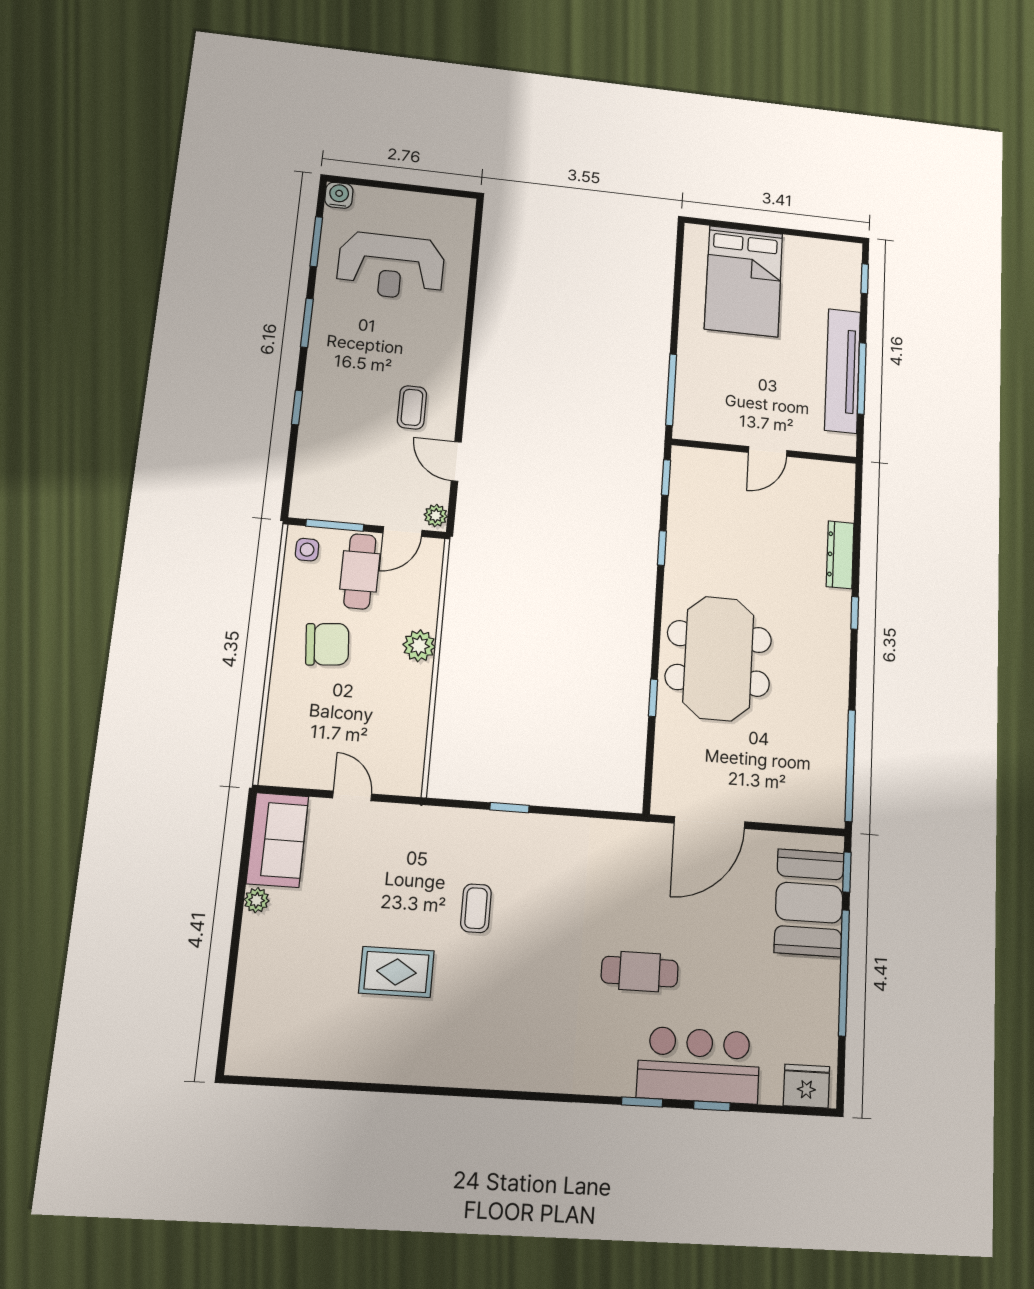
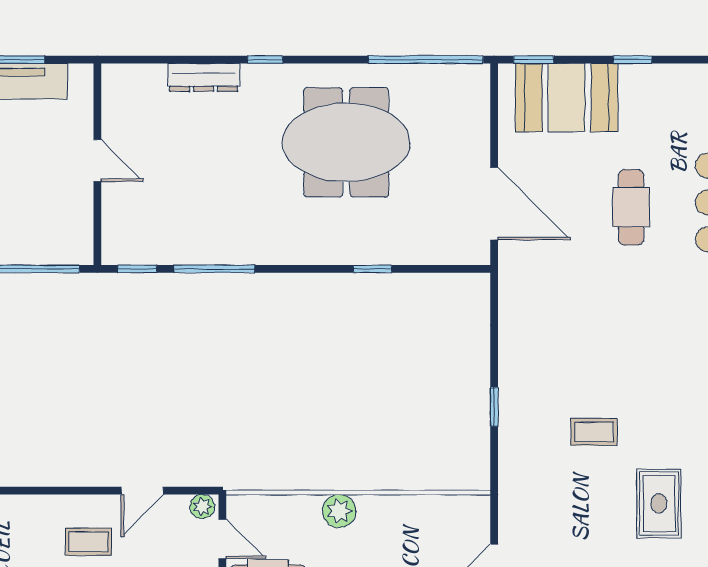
window: (662, 548) -> (214, 269), width x2.17
meeting table: (718, 658) -> (346, 142), moved
cafe table: (640, 972) -> (631, 207), moved
window: (844, 973) -> (633, 60), width x0.32

